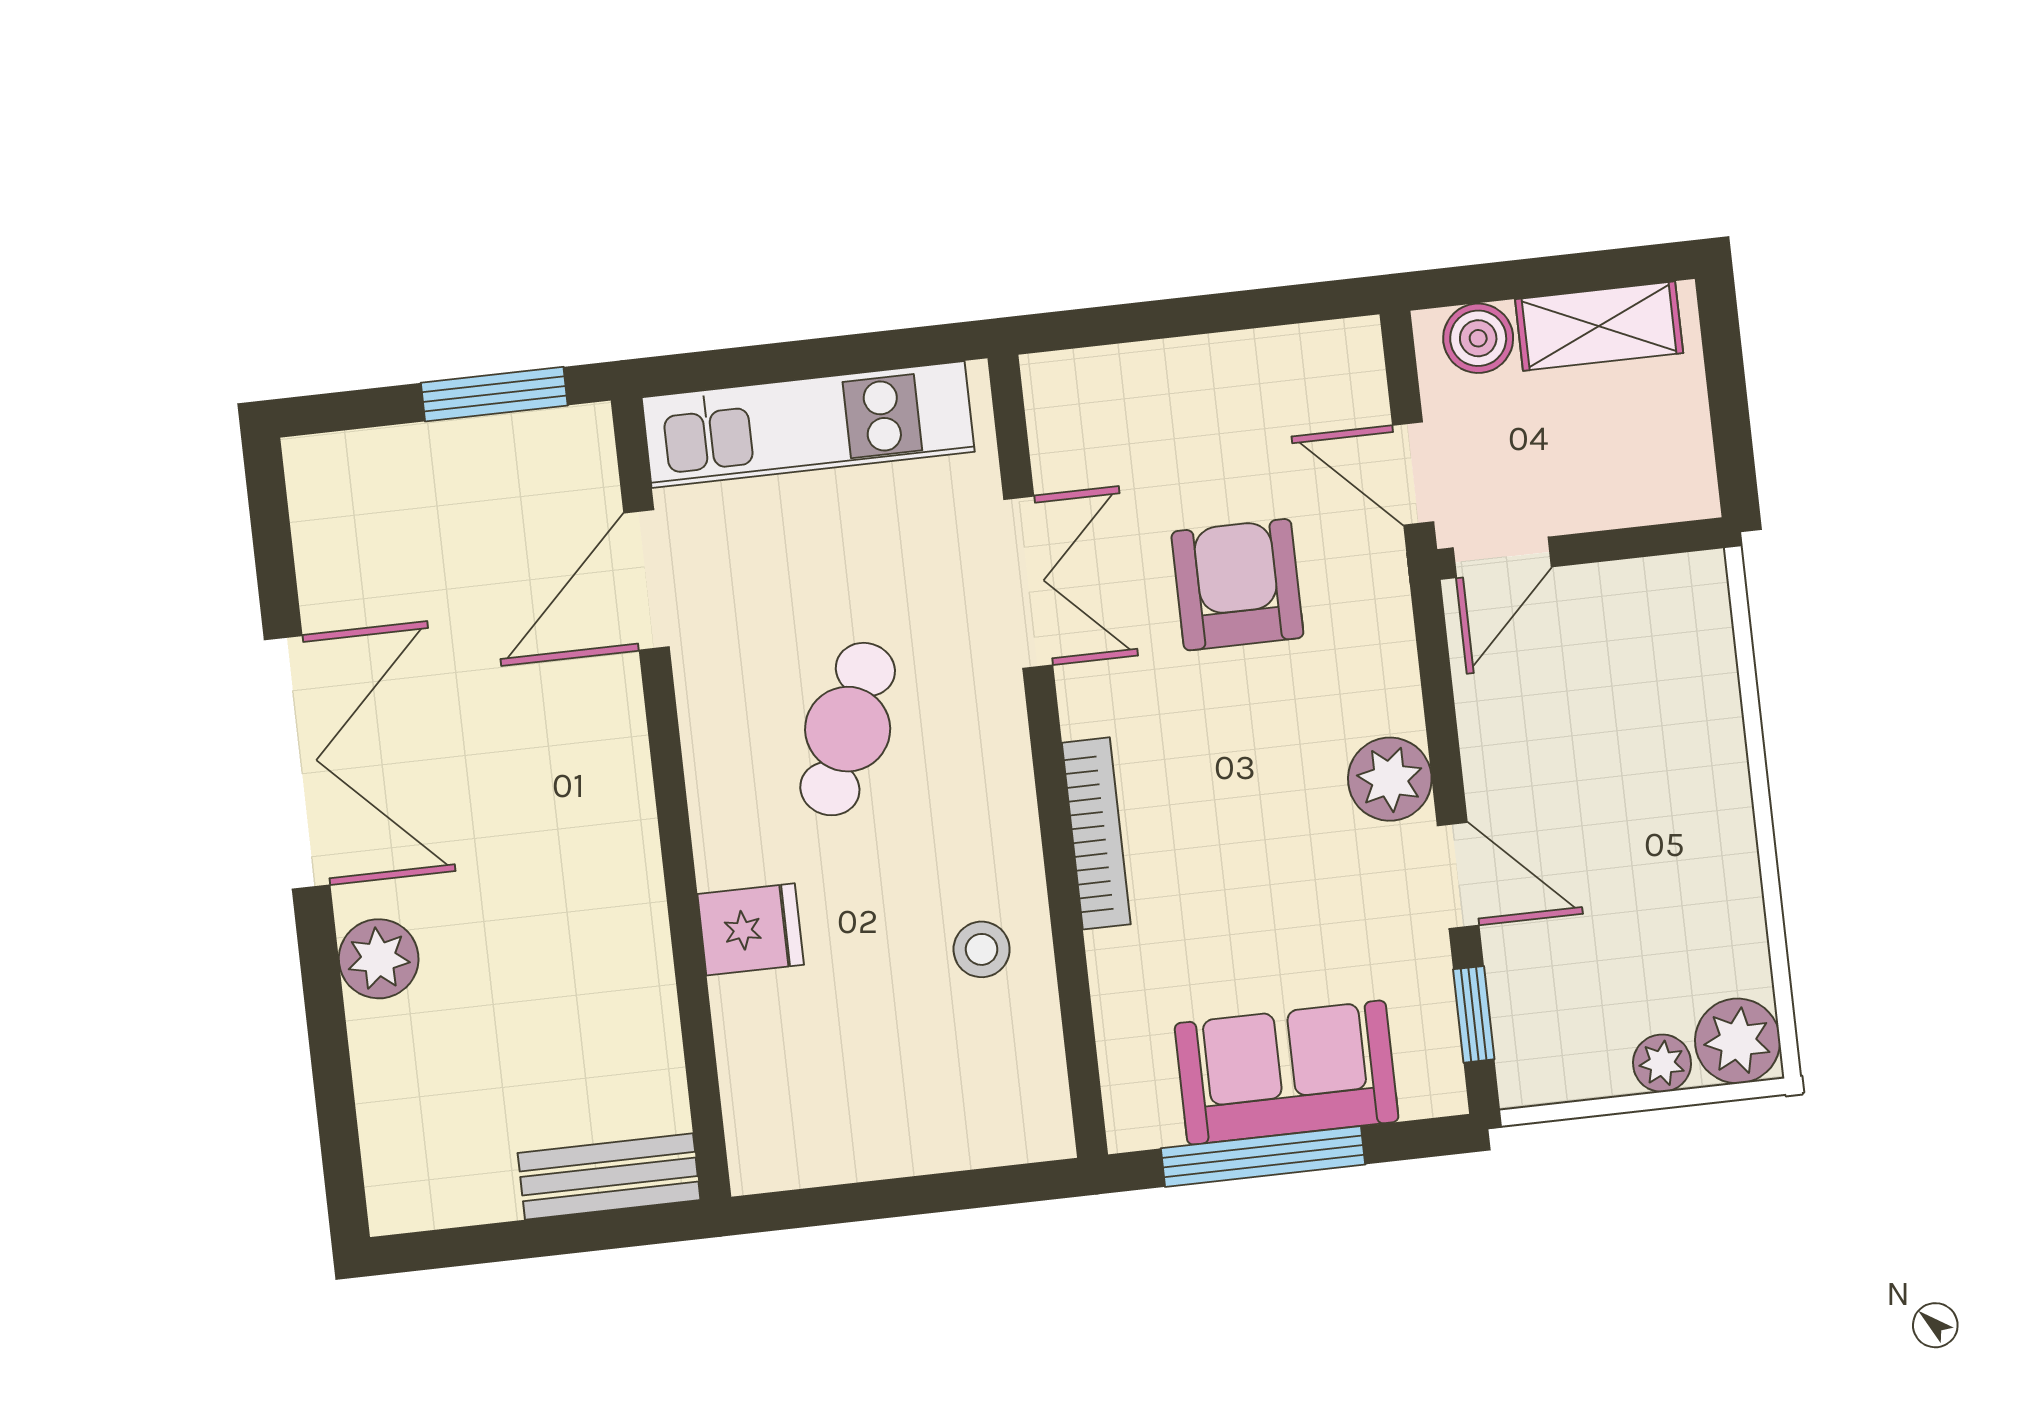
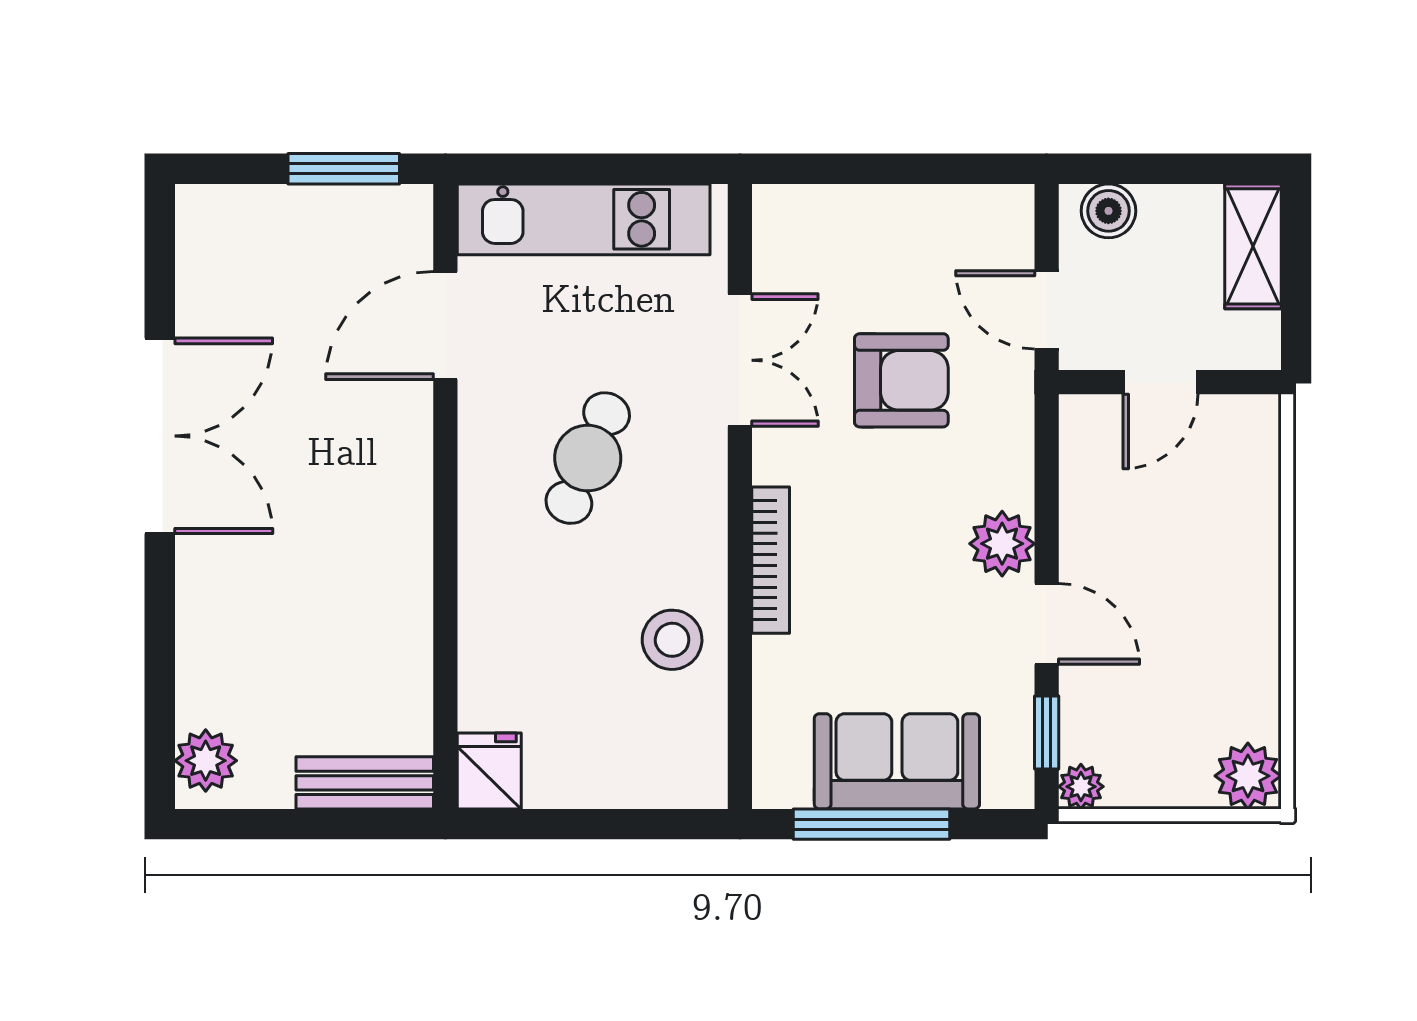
shelving: (1599, 326) -> (1253, 246), moved, turned 90
door: (1502, 557) -> (1160, 382), moved
armchair: (1237, 585) -> (901, 380), turned 90
fridge: (751, 929) -> (489, 771), moved, turned -90
stool: (982, 949) -> (672, 640), width x1.37, depth x1.37
plant: (379, 959) -> (206, 761), moved
plant: (1662, 1063) -> (1081, 787), moved

